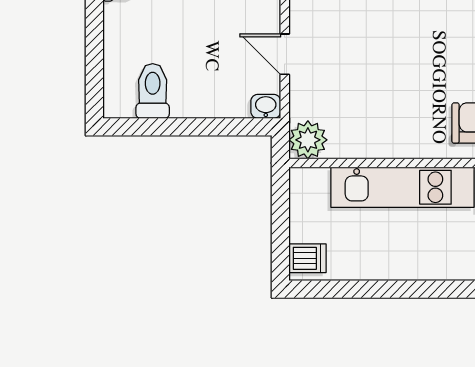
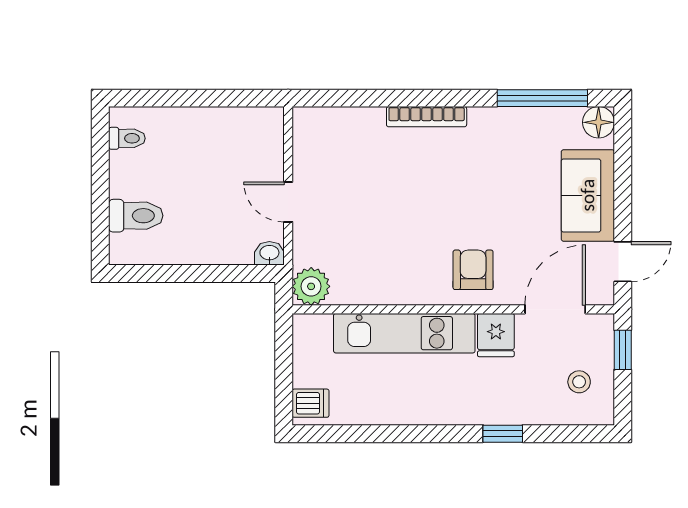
toilet: (153, 91) -> (136, 216), moved, turned 90

